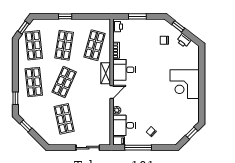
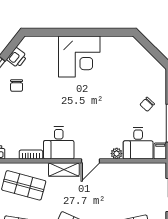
door: (112, 92) -> (90, 161), swing flipped
window: (192, 133) -> (149, 47), removed

